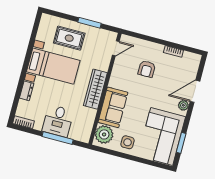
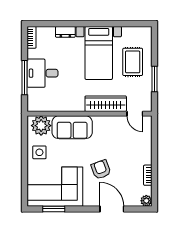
armchair: (147, 69) -> (101, 169), moved, turned 70
wardrobe: (95, 89) -> (106, 104), moved
plant: (183, 105) -> (146, 201), moved

